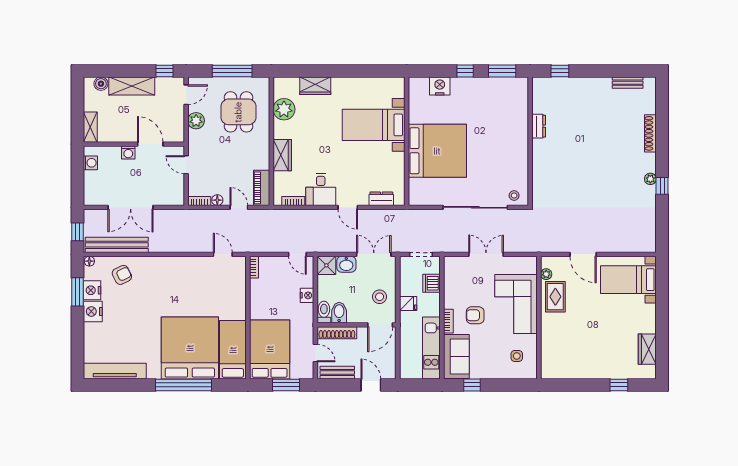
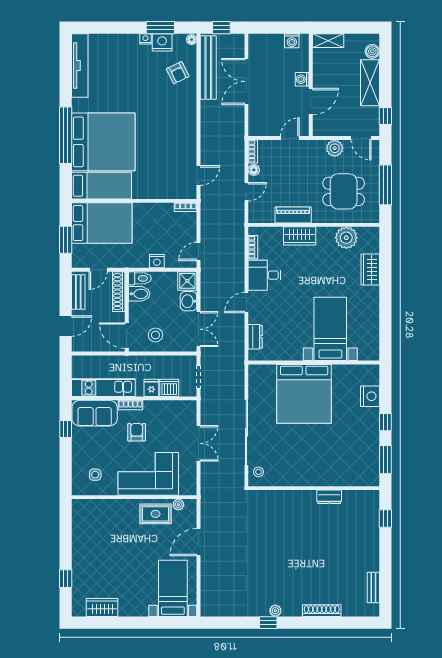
piano: (262, 188) -> (293, 215), moved
fridge: (408, 304) -> (151, 388), moved, turned 180
nightstand: (93, 311) -> (145, 39), width x0.53, depth x0.56

